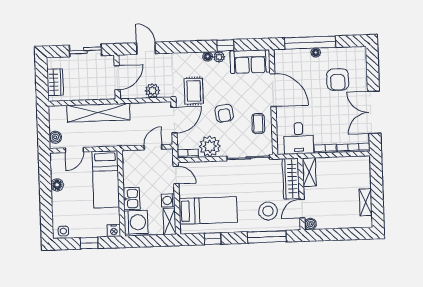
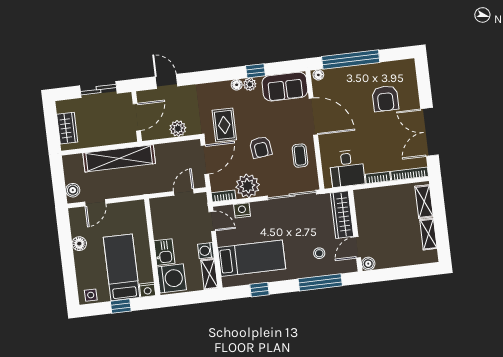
floor lamp: (316, 53) -> (318, 75), moved
nightstand: (203, 168) -> (242, 210), added
shelving: (309, 172) -> (424, 202), moved
bed: (106, 179) -> (122, 267), moved, turned 180
stool: (268, 211) -> (319, 253), width x0.53, depth x0.53

